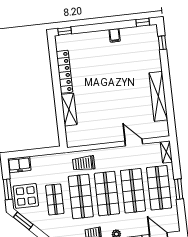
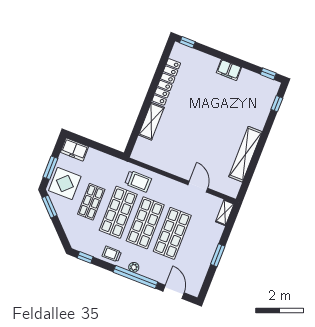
filing cabinet: (115, 35) -> (229, 70), width x2.00
trolley: (84, 163) -> (138, 181), turned 180
shop shelf: (159, 188) -> (199, 244), removed

